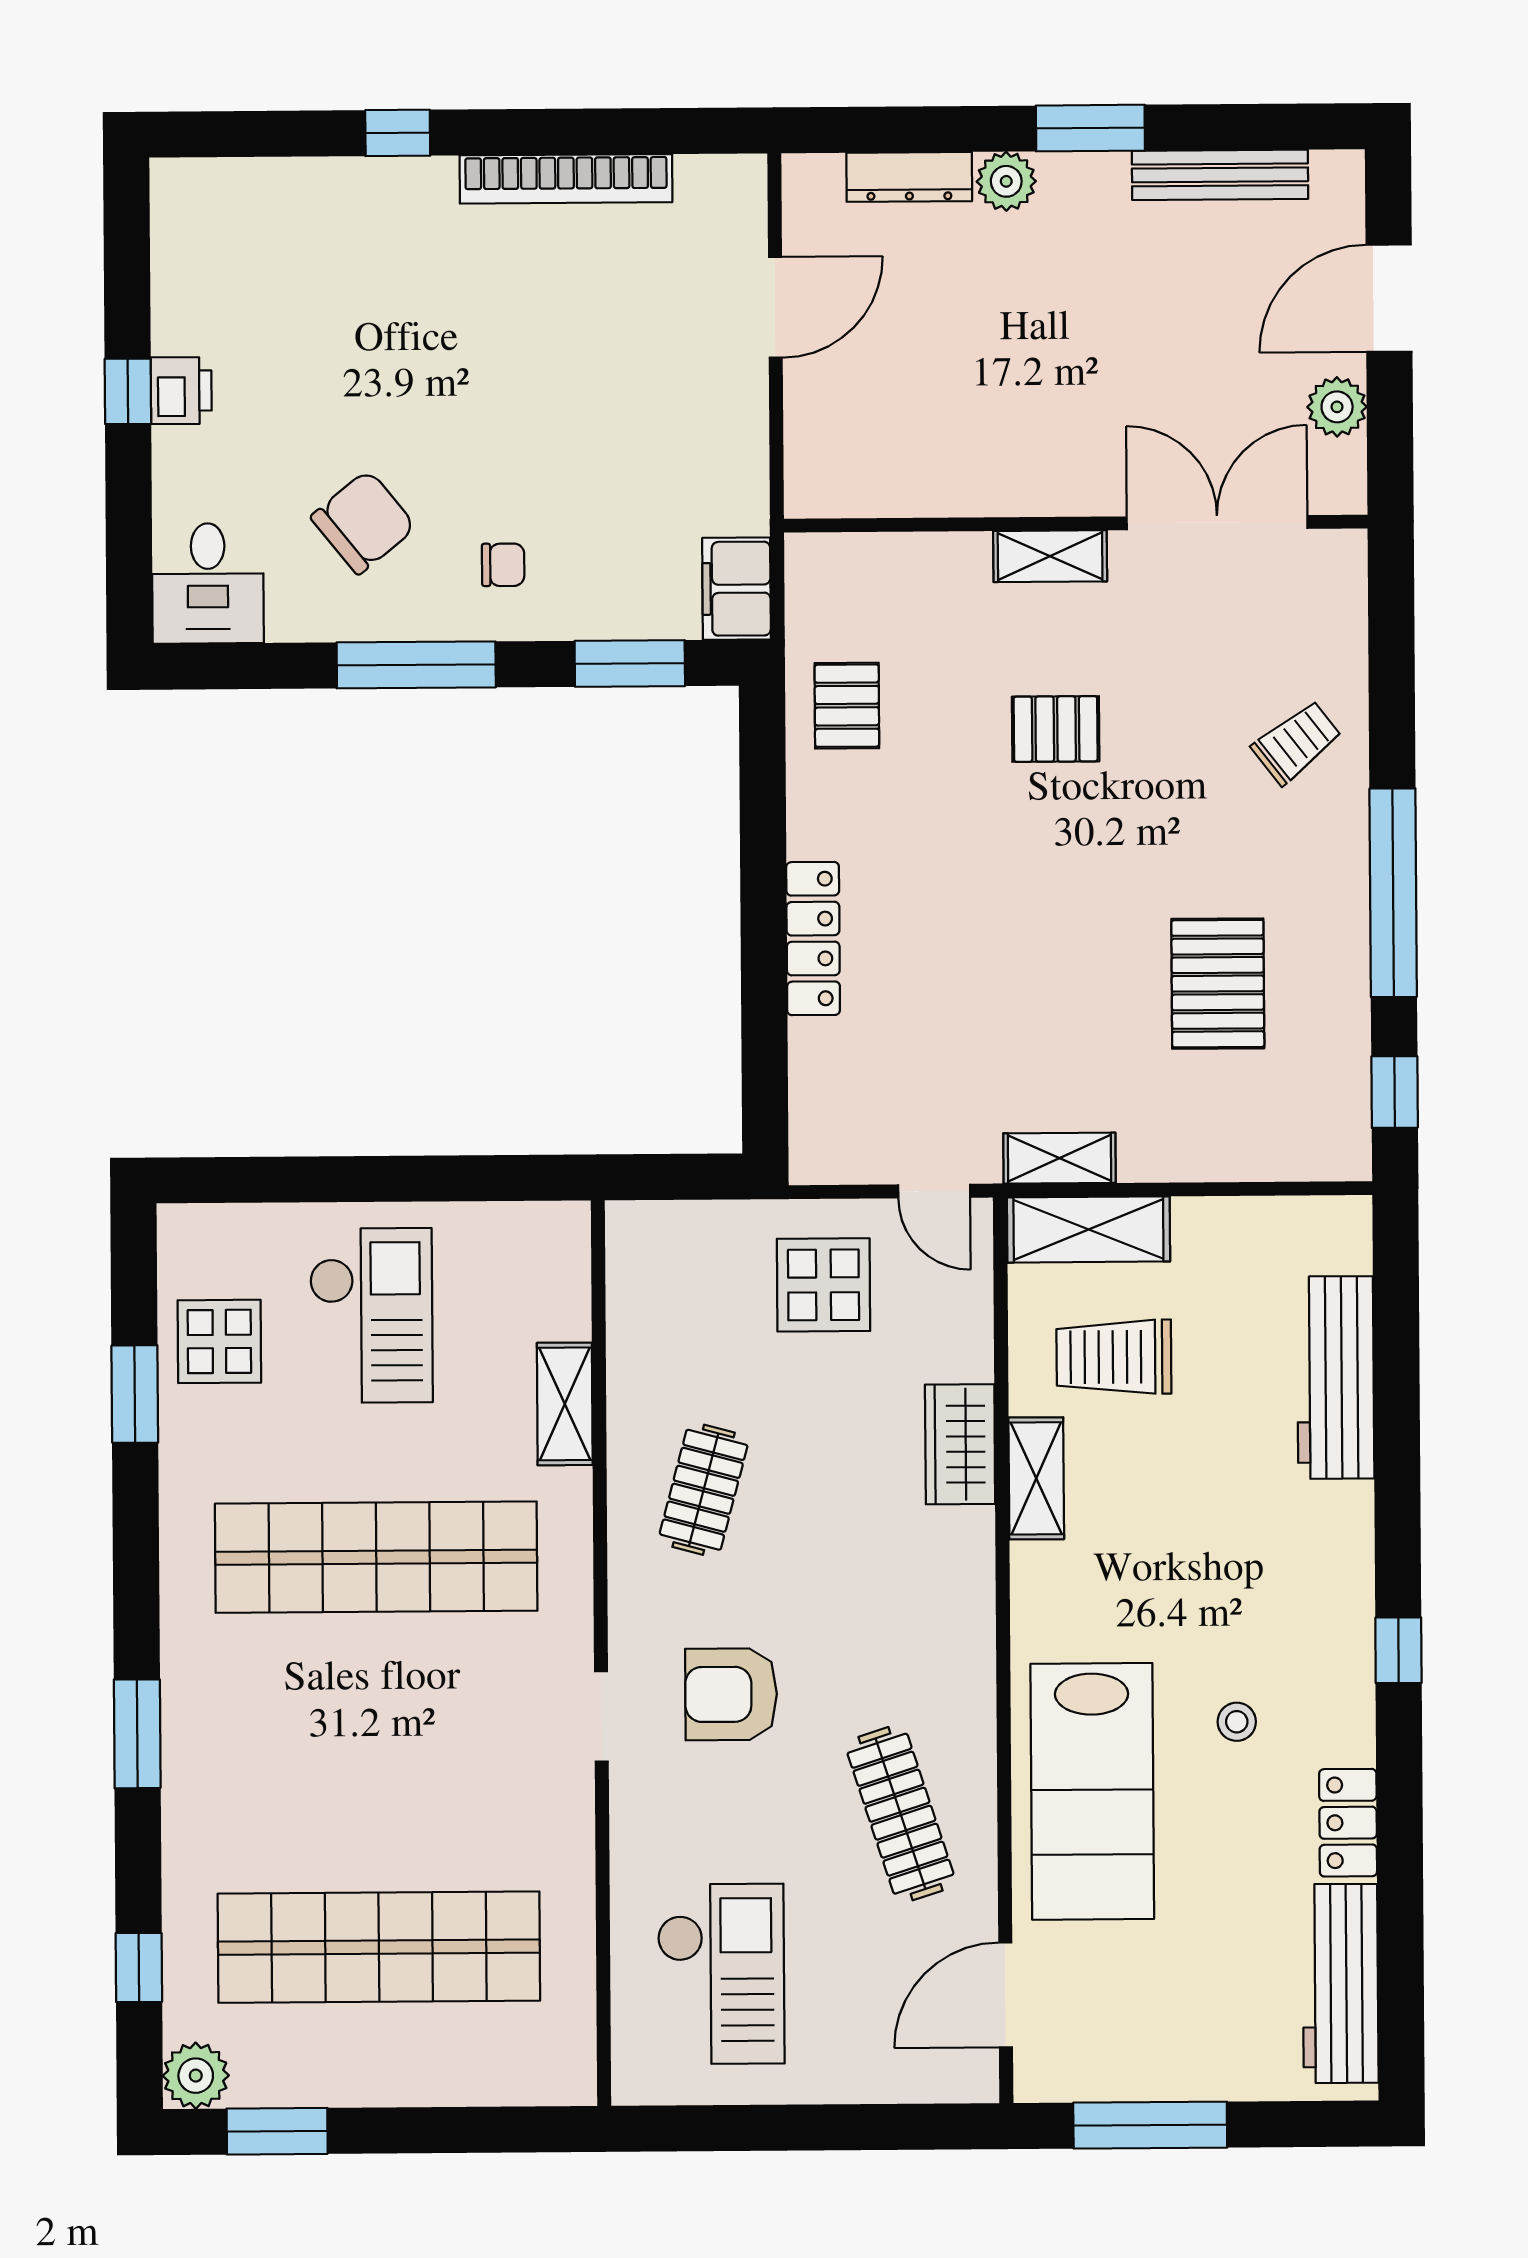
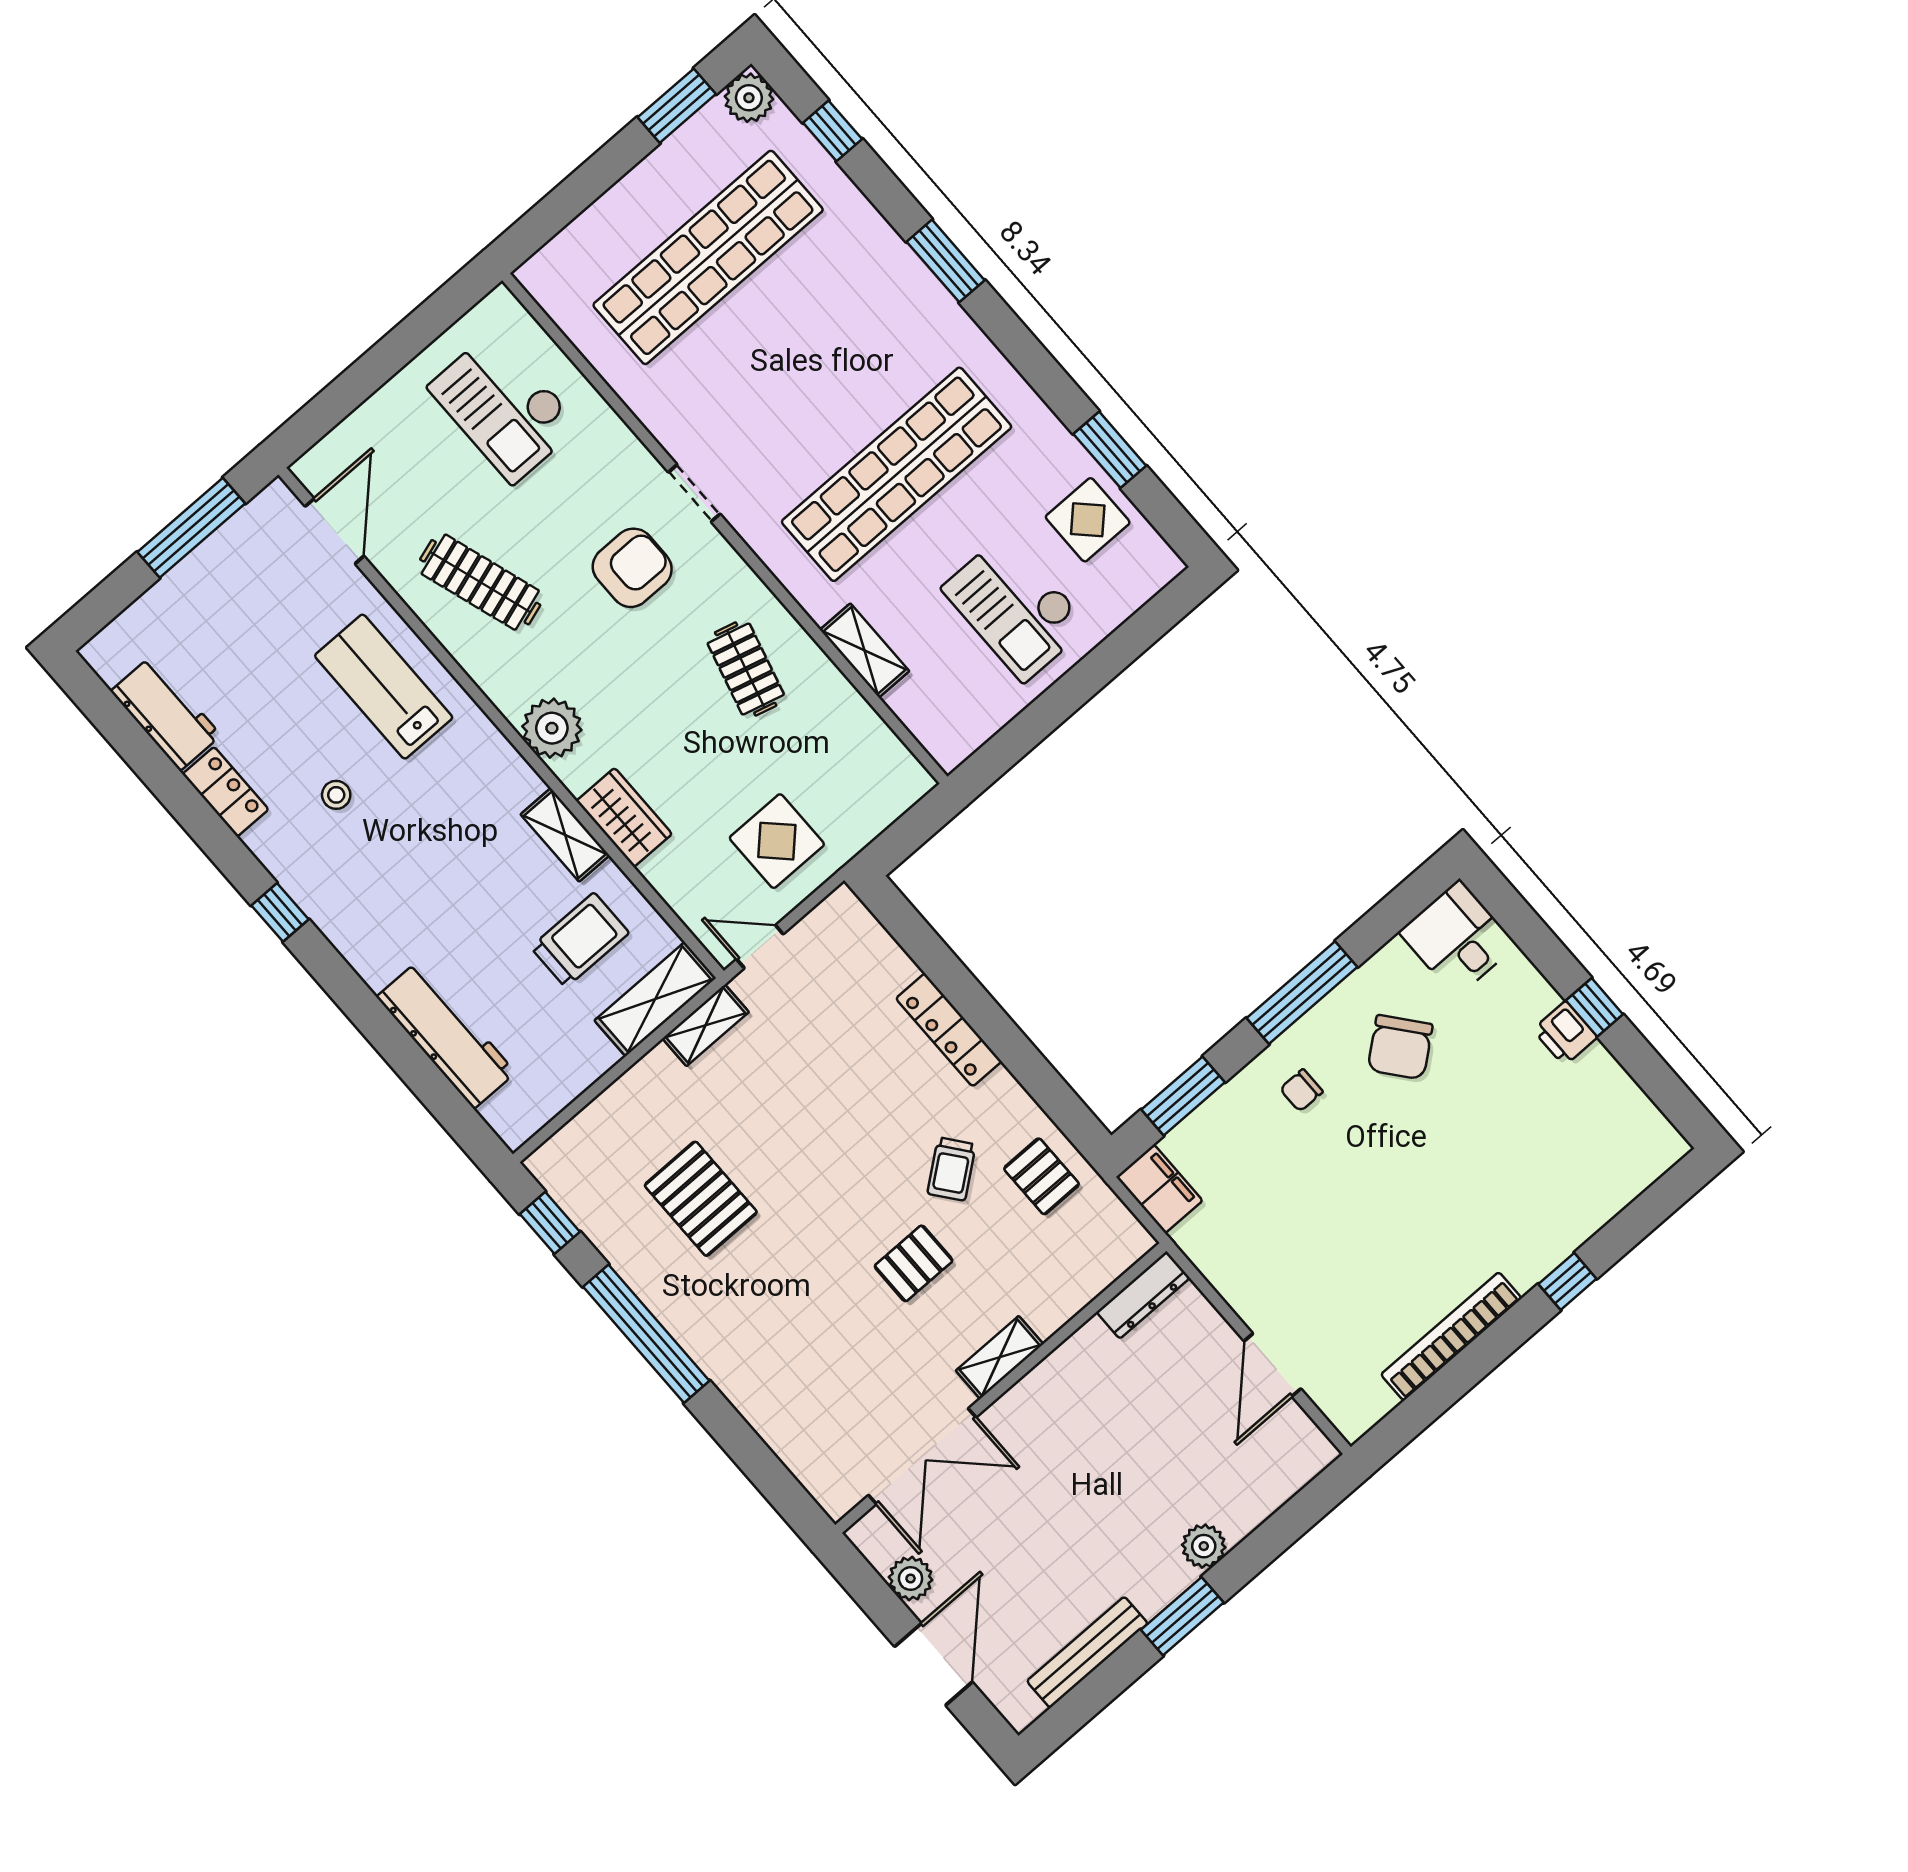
dresser: (909, 177) -> (1143, 1295), moved, turned 180
trolley: (1297, 742) -> (952, 1169), moved
plant: (956, 1600) -> (552, 728), added
lab bench: (1092, 1791) -> (384, 687), width x0.73, depth x0.72
workbench: (1340, 1984) -> (166, 713), width x0.73

